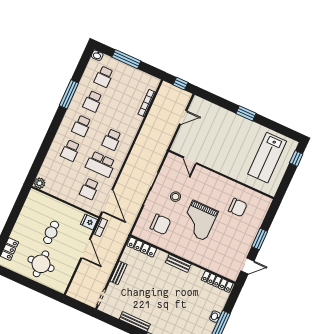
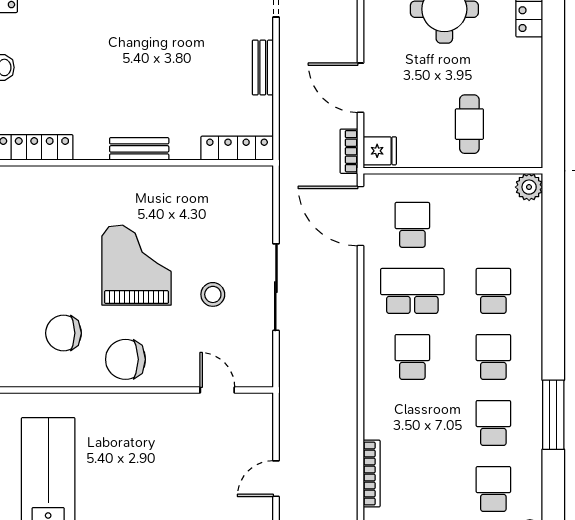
chair: (160, 224) -> (126, 359), moved
cafe table: (51, 232) -> (469, 124), moved

